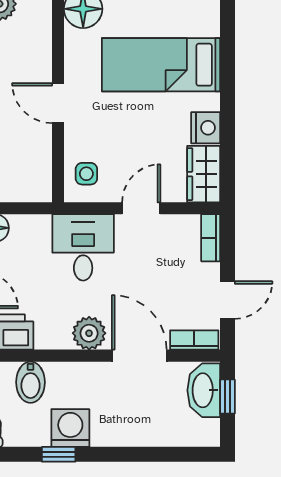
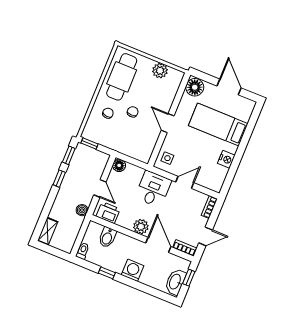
wardrobe: (204, 174) -> (217, 179), removed
washbasin: (204, 390) -> (175, 282), moved
washing machine: (70, 428) -> (133, 270), moved

